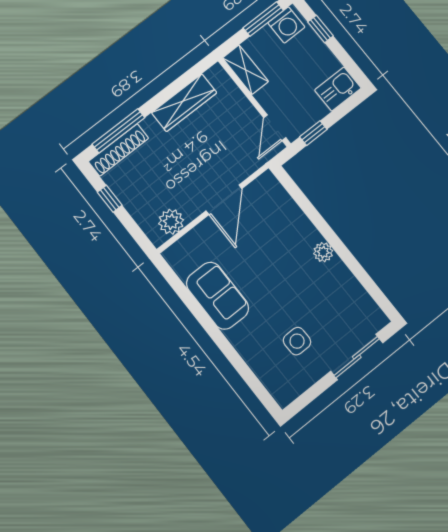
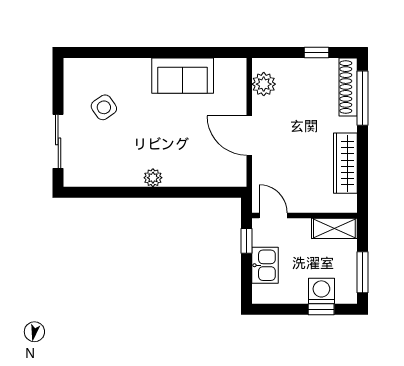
washing machine: (286, 25) -> (321, 291), moved, turned 90
kitchen sink: (338, 89) -> (265, 265), moved
side table: (297, 341) -> (104, 107), turned -35

